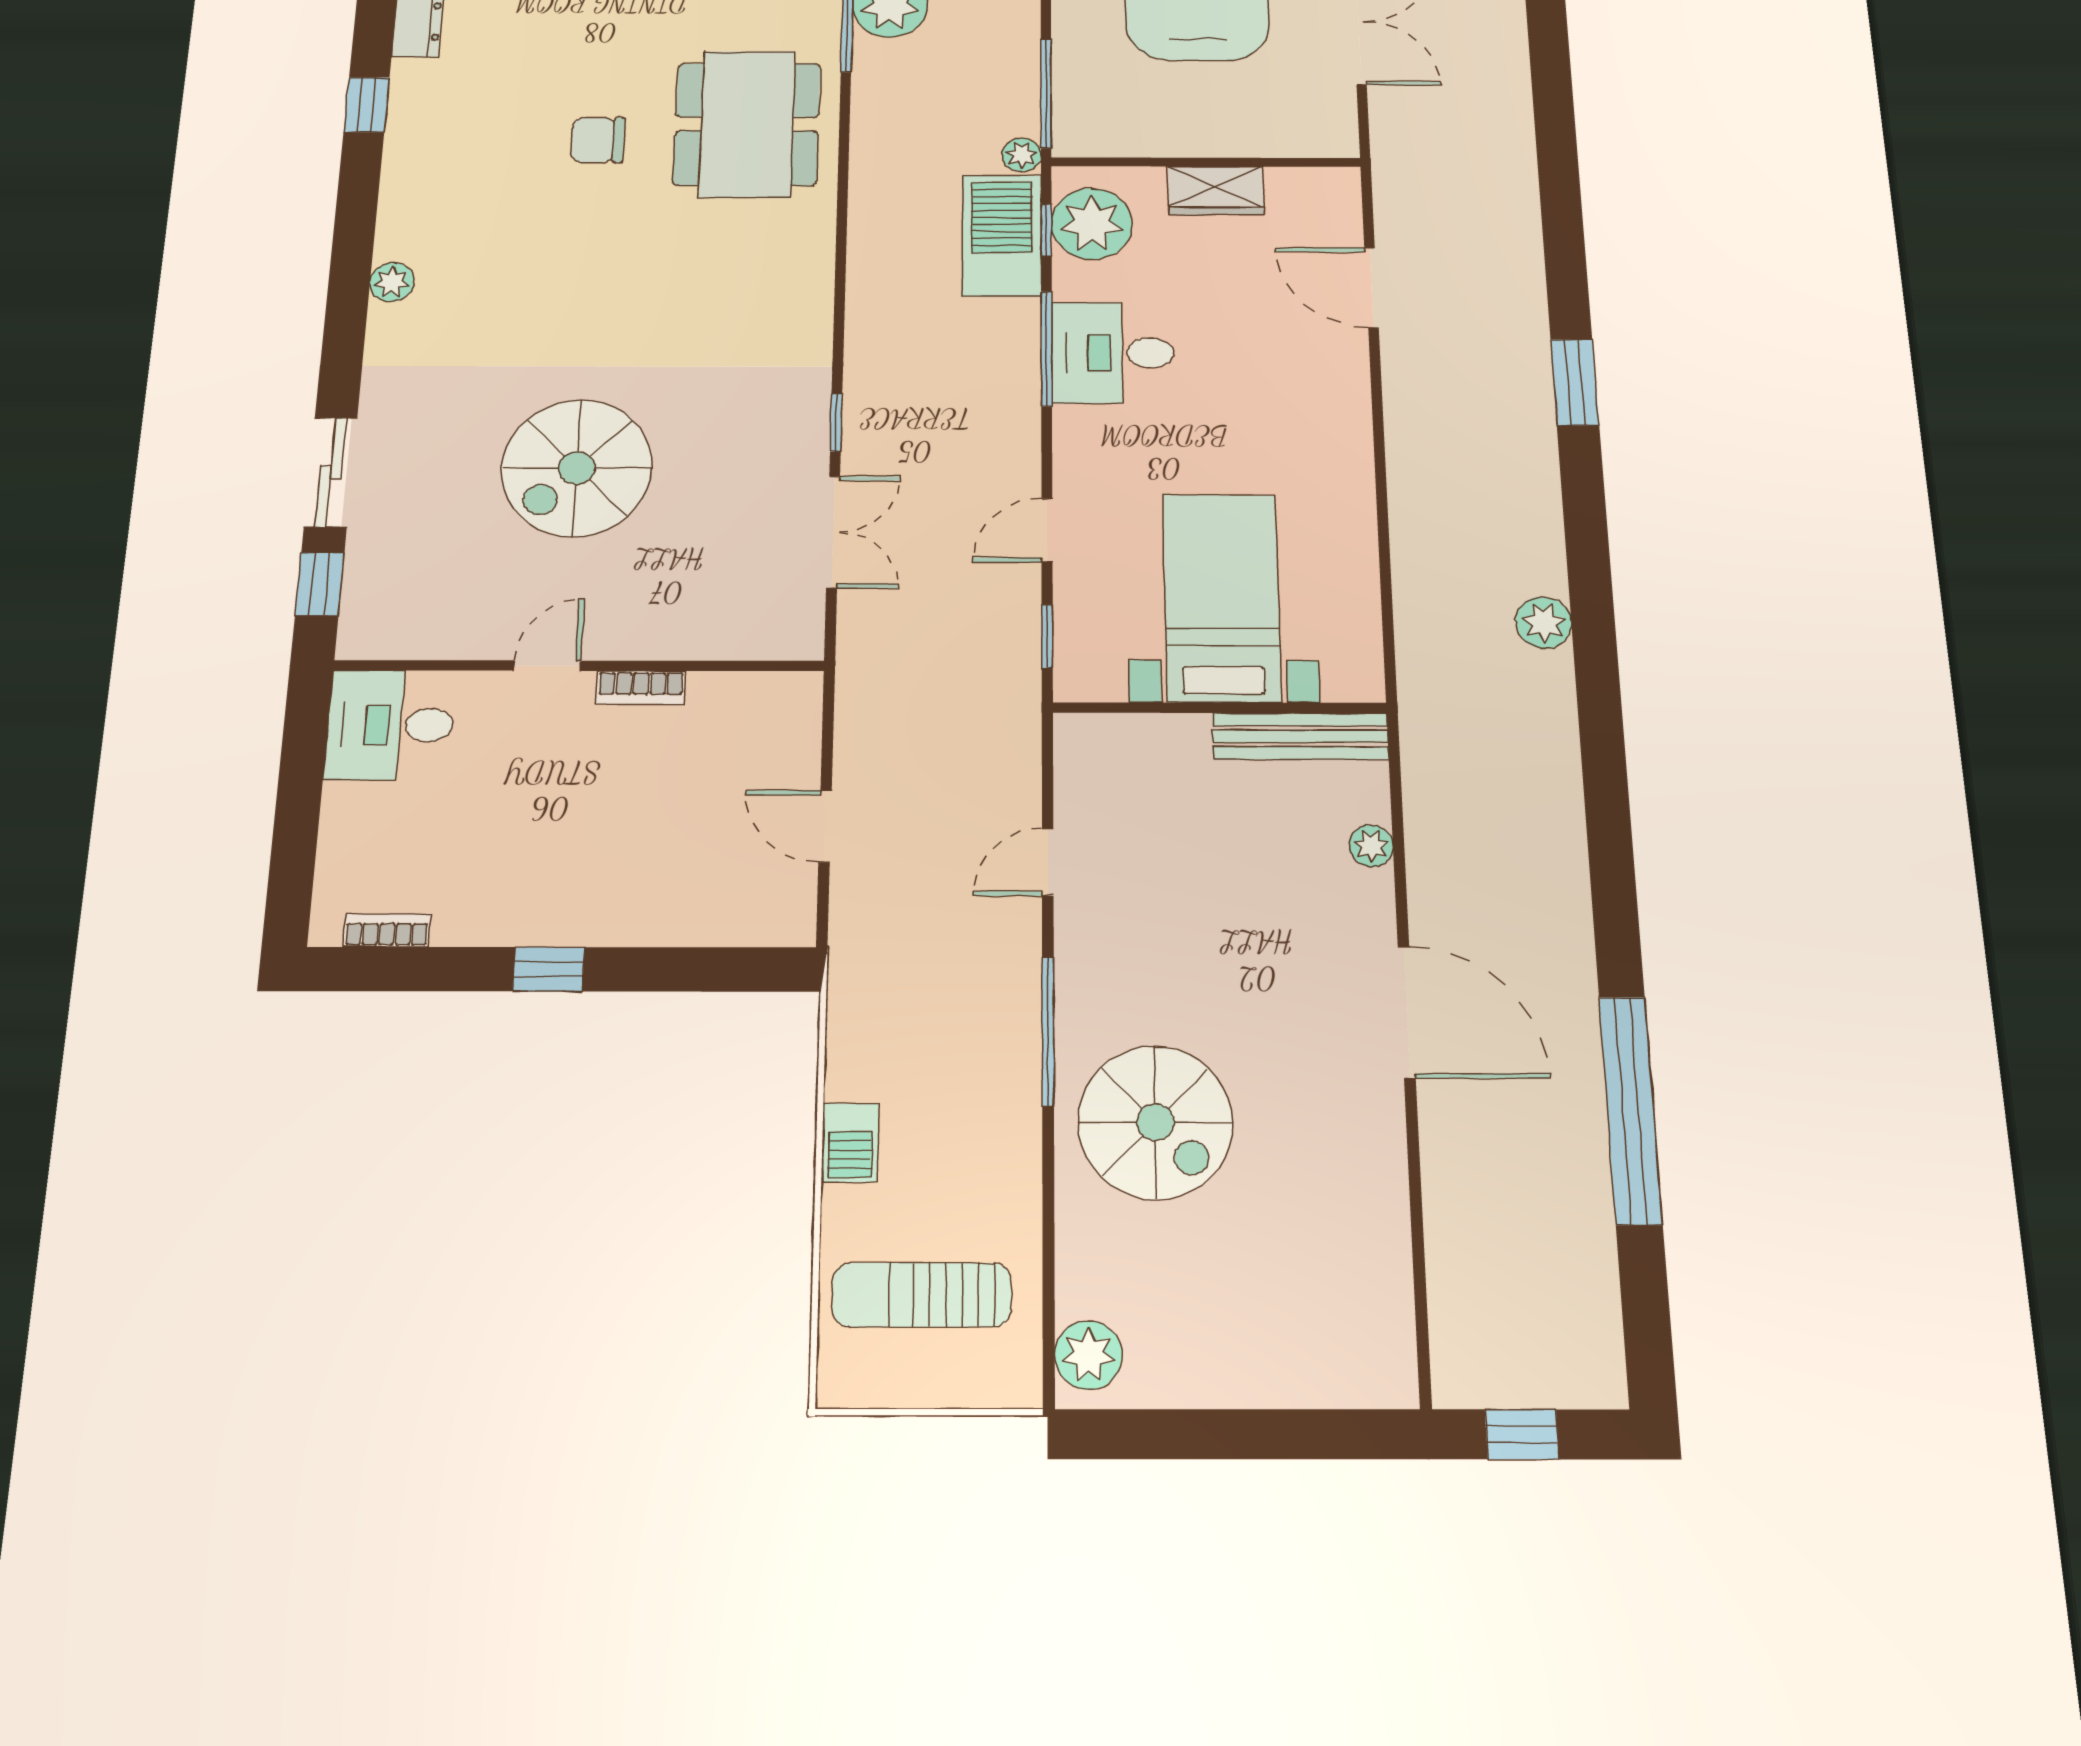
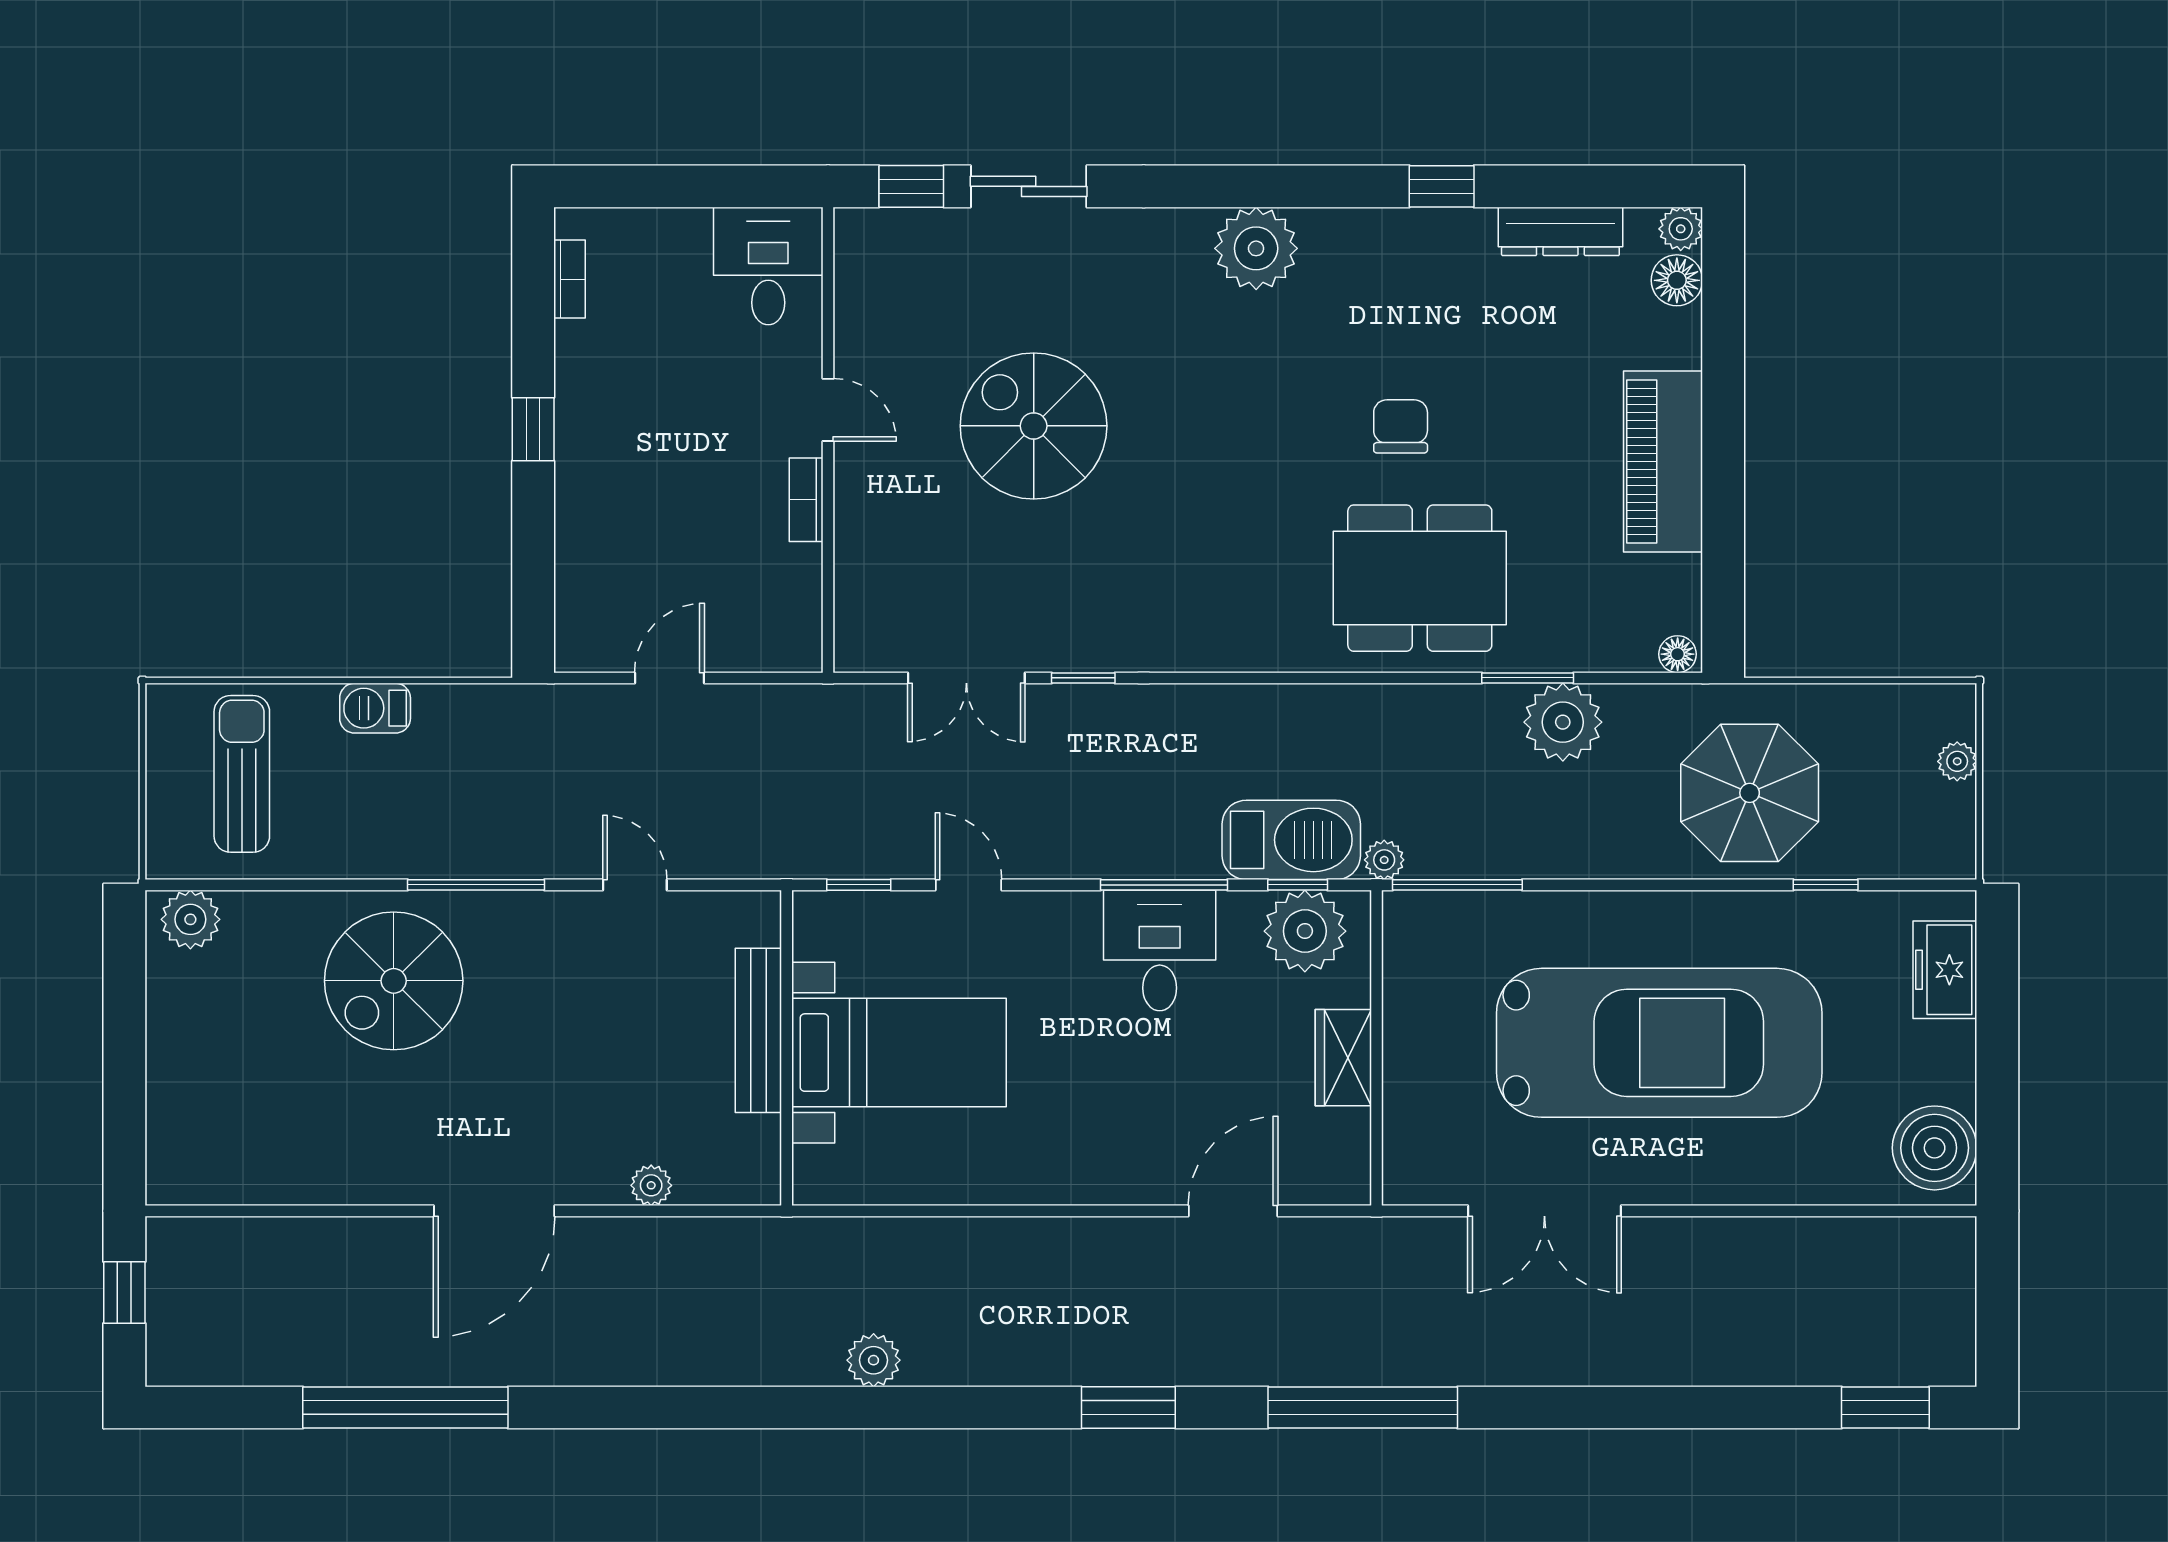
window: (1559, 175) -> (1363, 1407), added
plant: (392, 282) -> (1256, 248), width x1.87, depth x1.87
bench: (1301, 736) -> (758, 1030), moved

